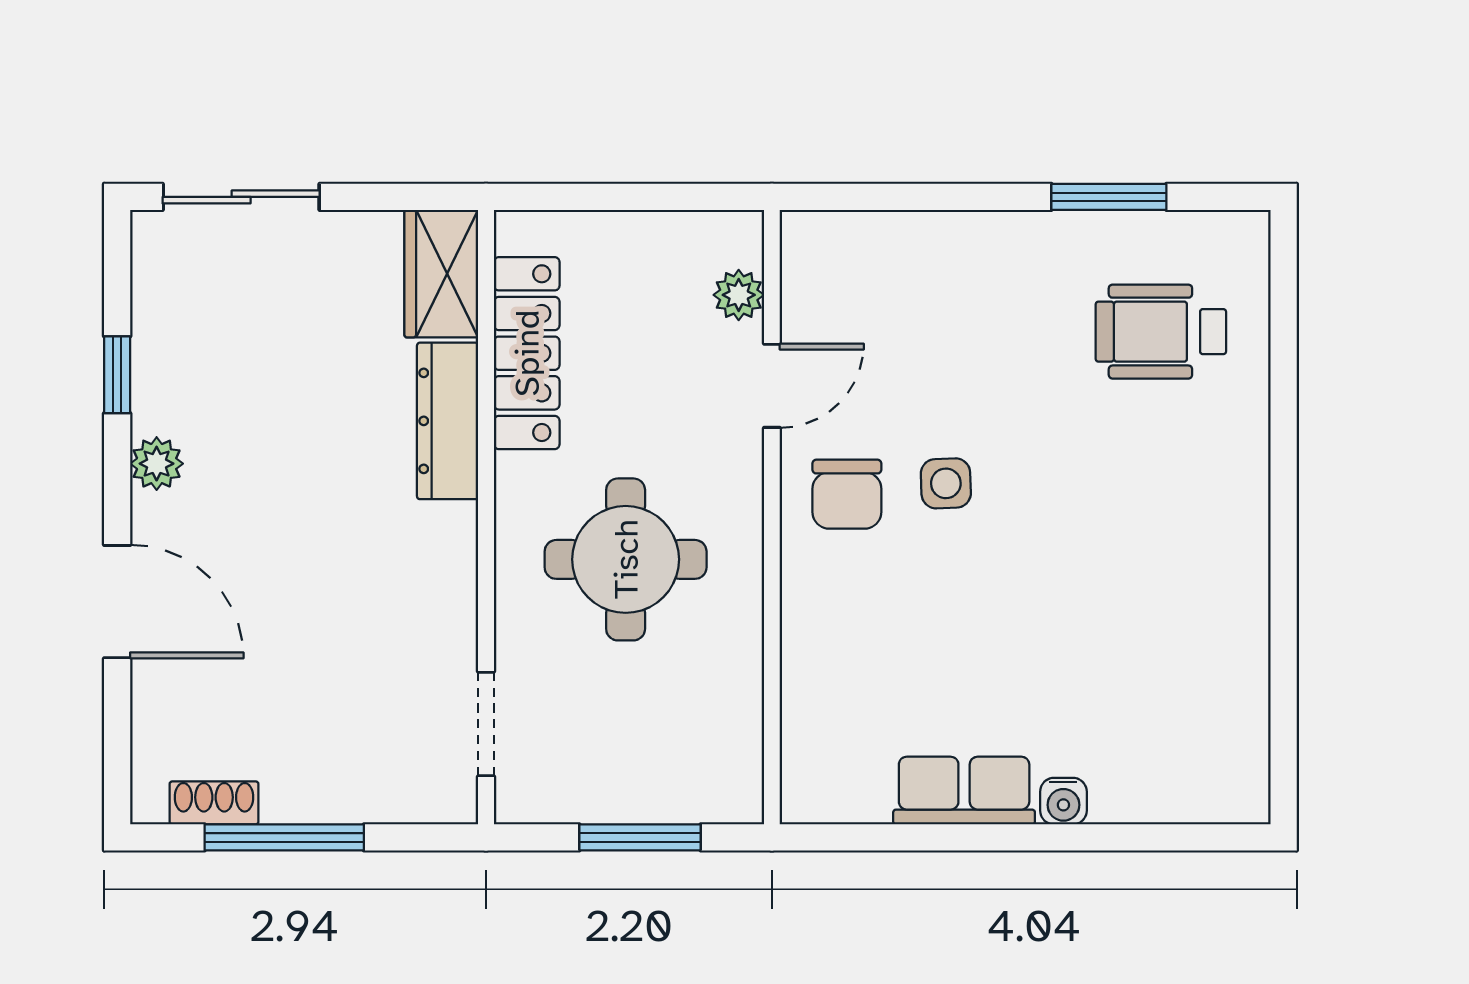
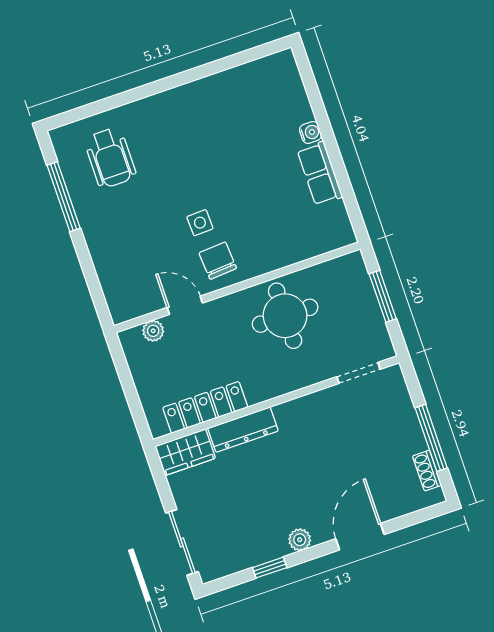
window: (1109, 197) -> (64, 197), width x1.44
chair: (847, 494) -> (218, 261), turned -94
round table: (626, 559) -> (285, 316), moved

